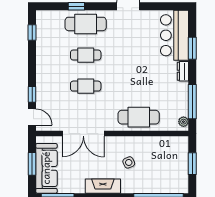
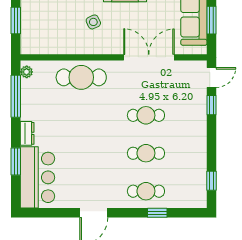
cafe table: (86, 24) -> (146, 191), width x0.73, depth x0.74
door: (32, 117) -> (211, 78), swing flipped

